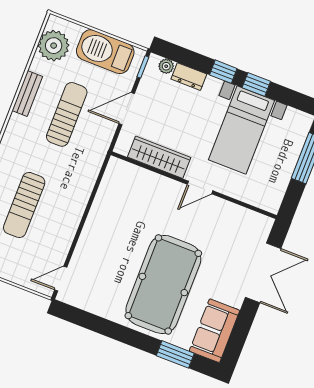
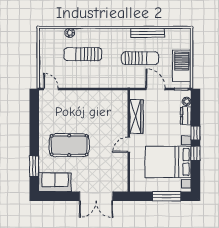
plant: (54, 46) -> (174, 37), removed
bench: (27, 94) -> (148, 33), width x1.36
bed with nightstands: (241, 130) -> (168, 162), width x1.36
door: (200, 188) -> (129, 145), hinge flipped
pool table: (163, 284) -> (69, 145), width x0.73, depth x0.76

